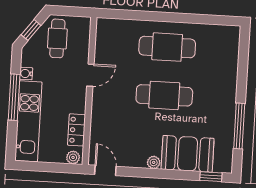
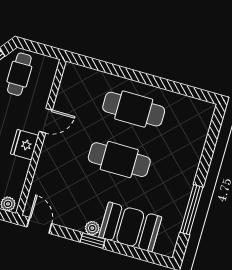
fridge: (76, 101) -> (25, 145), added
locker: (77, 130) -> (18, 176), removed
window: (211, 177) -> (93, 241), moved

